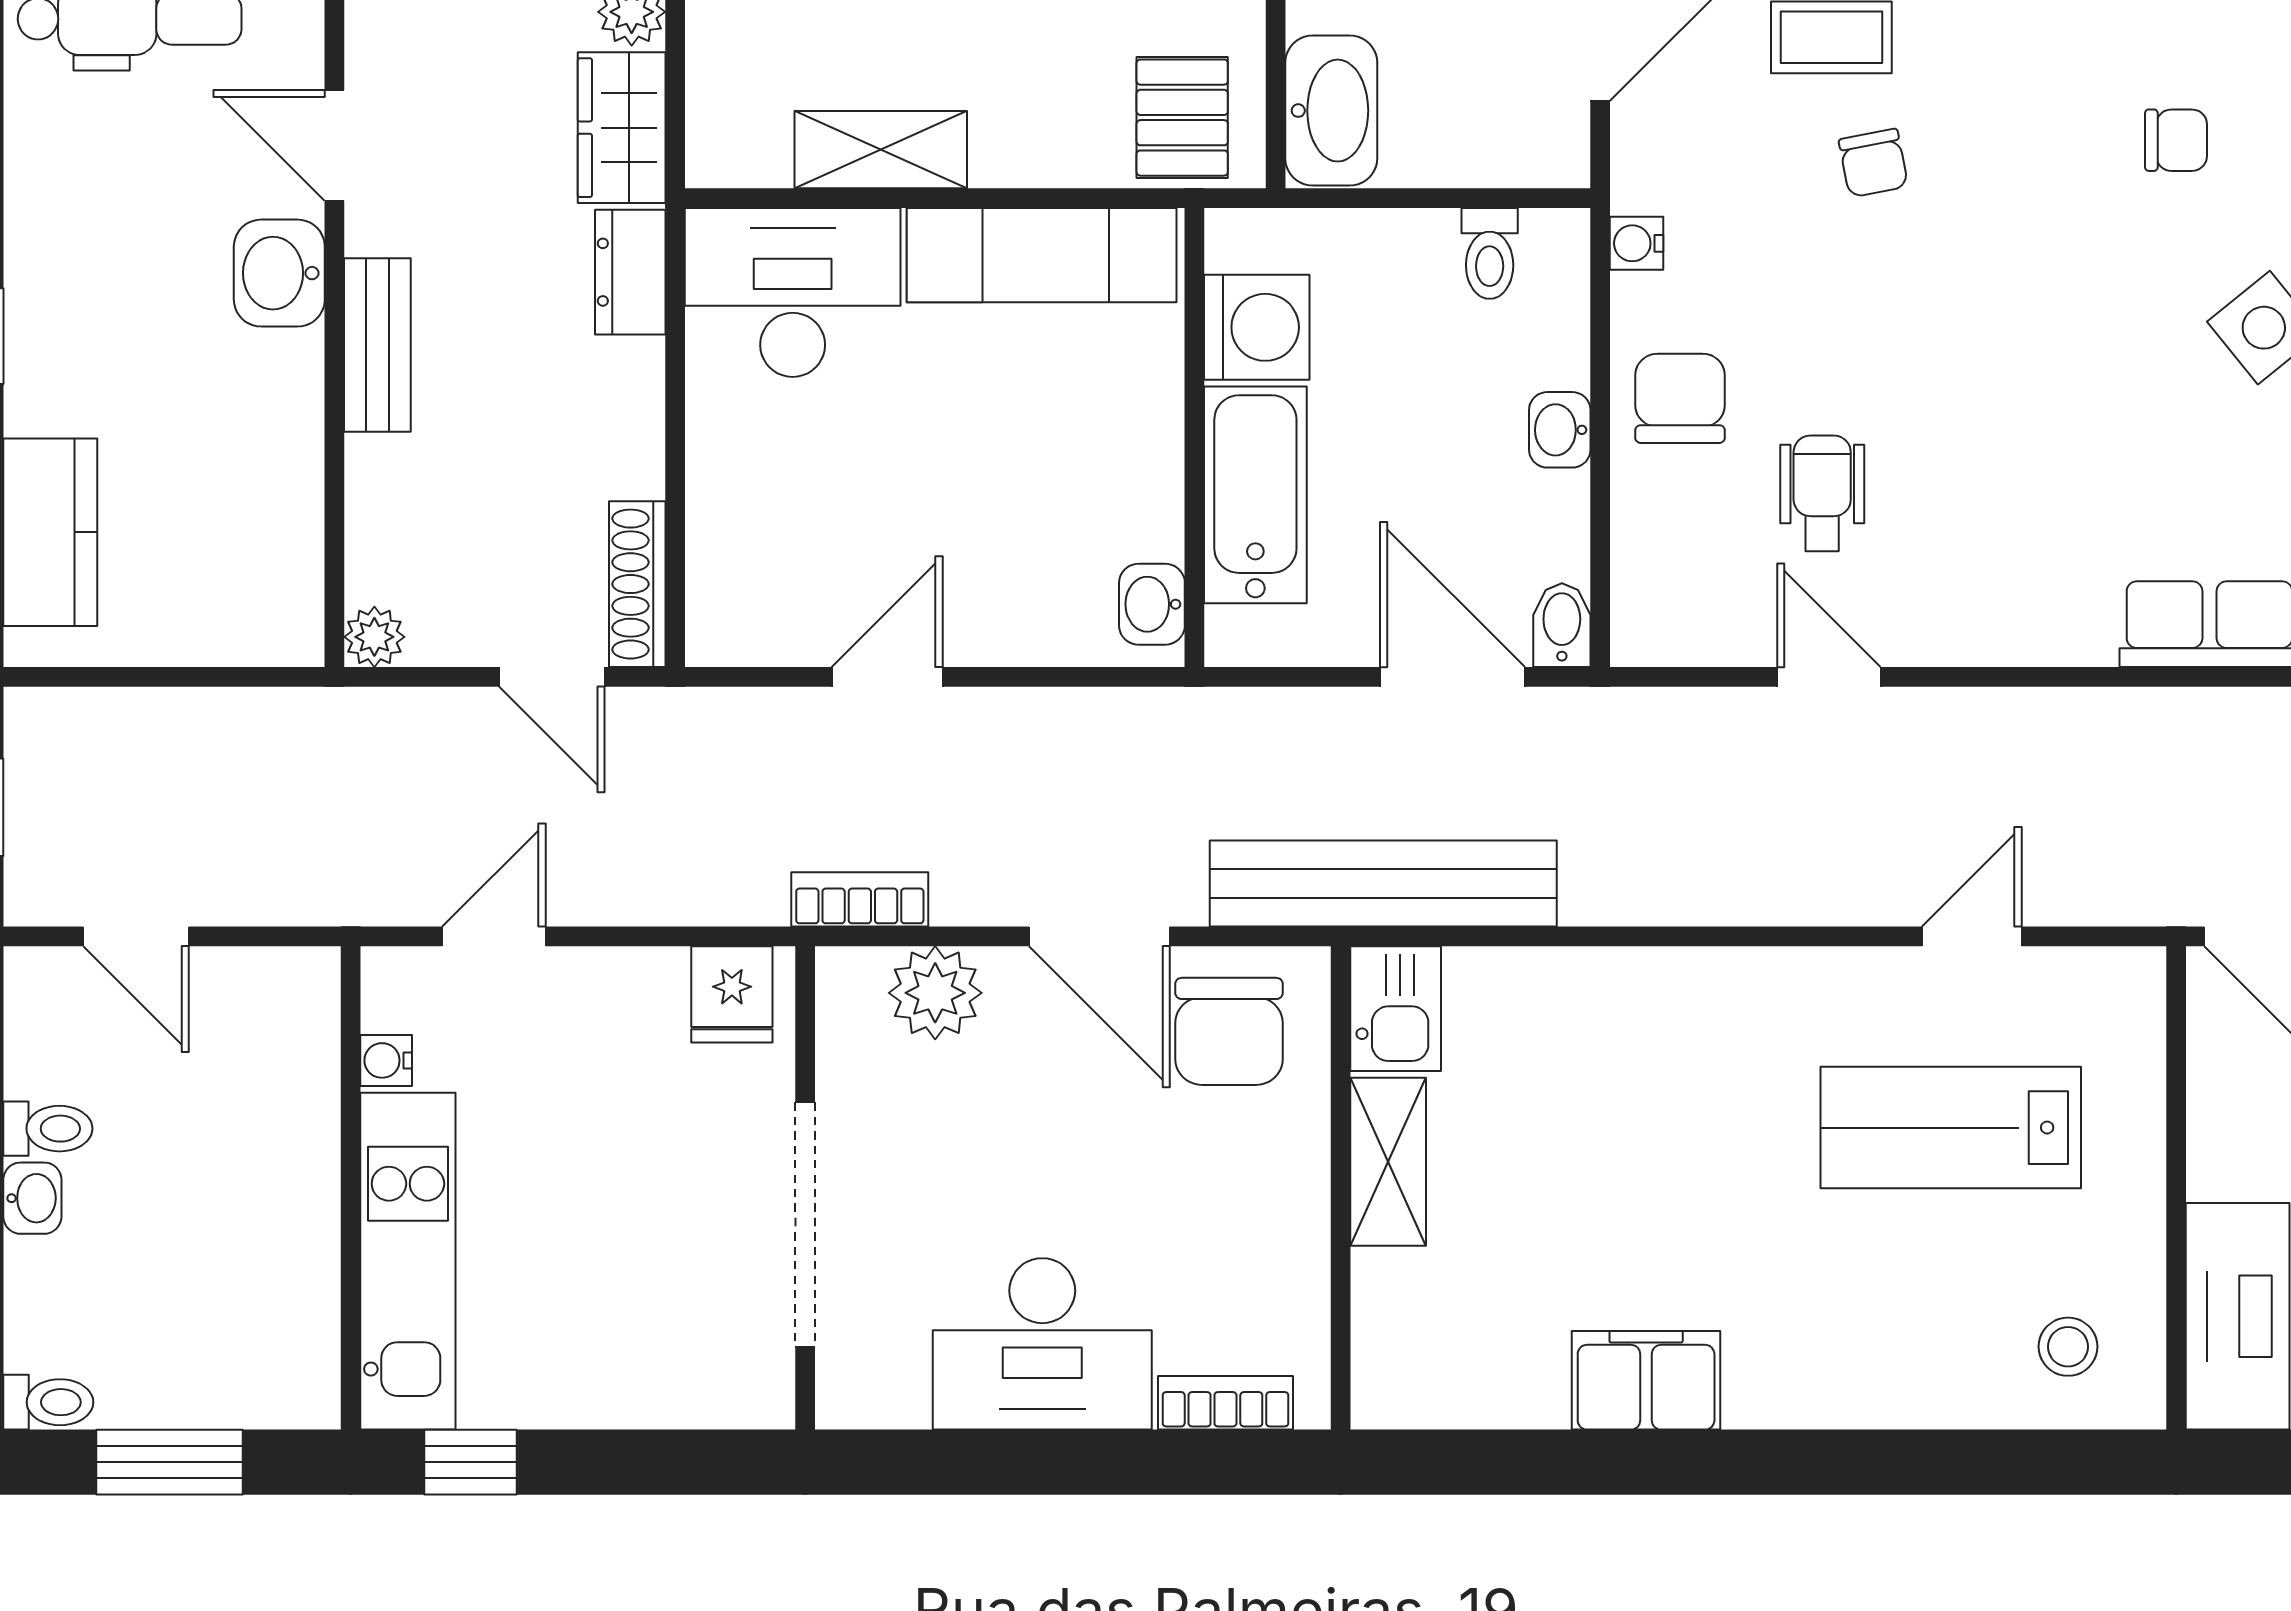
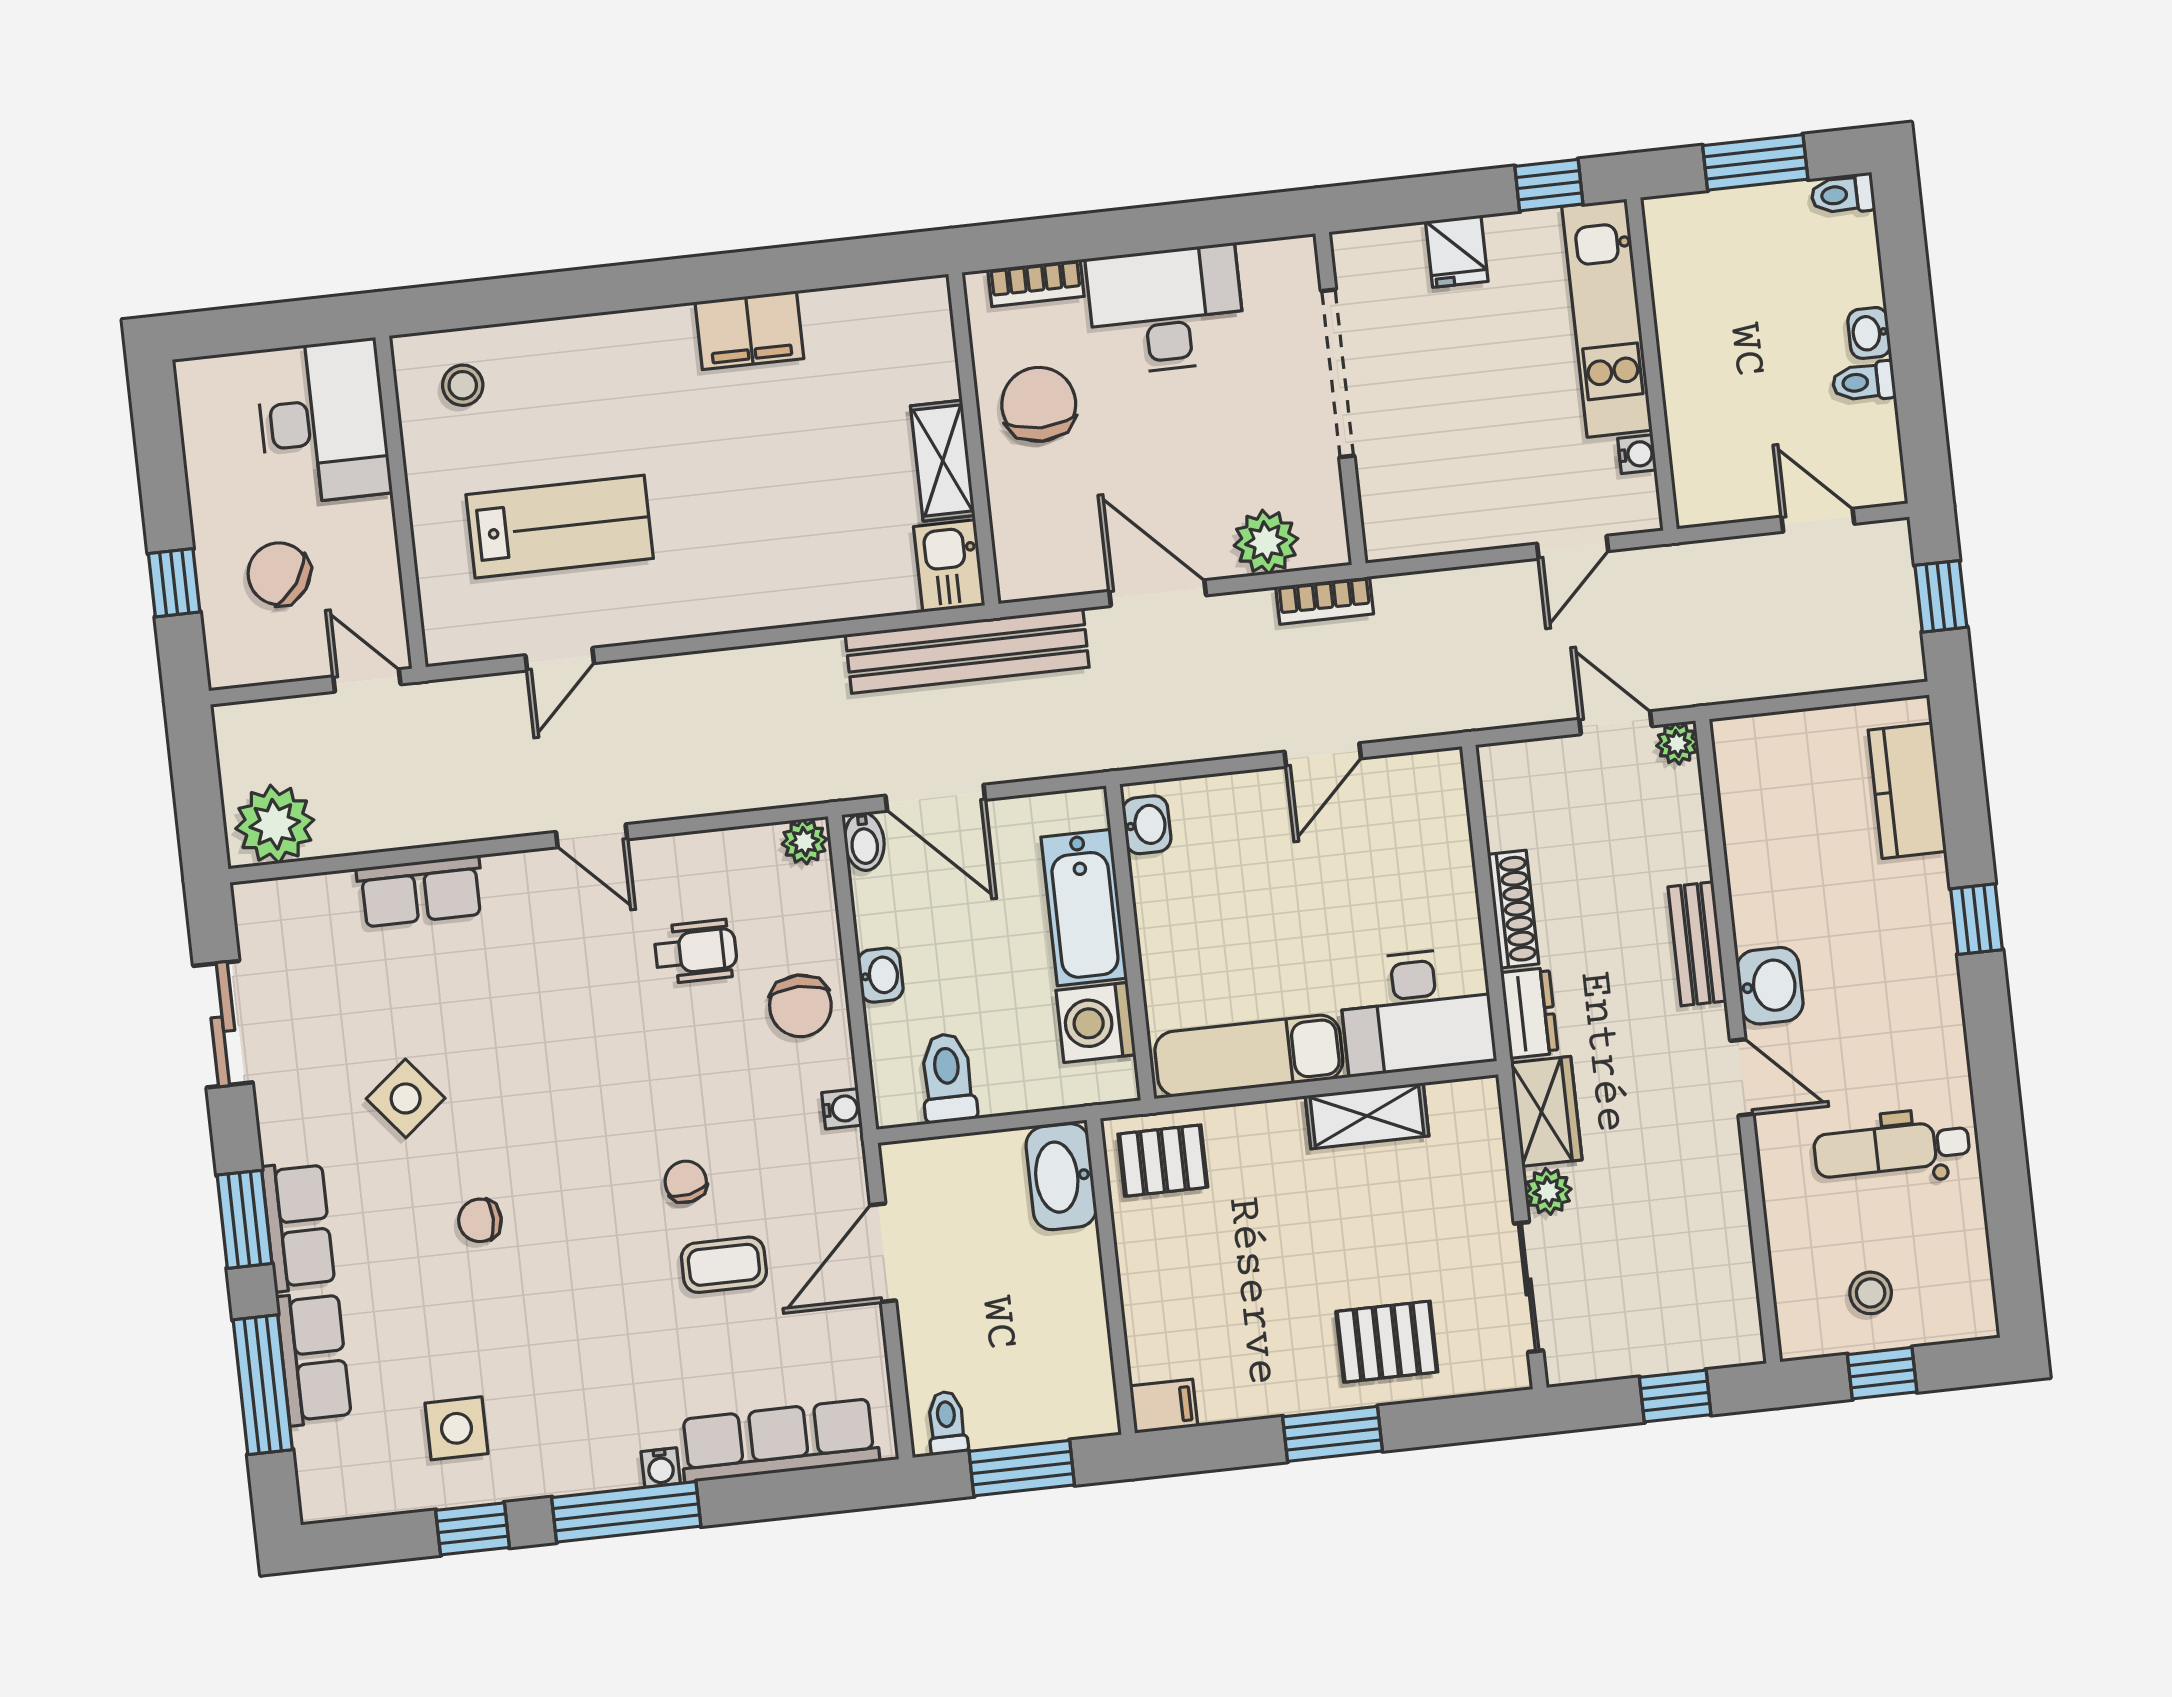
pallet: (1182, 118) -> (1163, 1161), turned 90
toilet: (1490, 253) -> (948, 1078), width x1.37, depth x1.39
wheelchair: (1822, 493) -> (696, 952), turned -90
shoe rack: (637, 584) -> (1513, 909), moved
plant: (1648, 634) -> (804, 842), added
door: (552, 677) -> (1616, 723), moved
door: (1829, 677) -> (592, 836), moved
fridge: (732, 994) -> (1457, 251), moved, turned 180
chair: (1229, 1031) -> (1039, 404), moved

